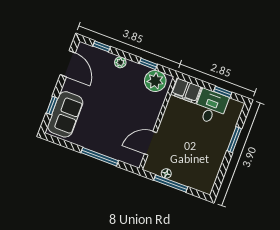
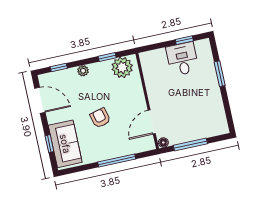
filing cabinet: (186, 91) -> (153, 59), removed
armchair: (109, 112) -> (100, 118), added
floor lamp: (166, 173) -> (163, 143), moved

